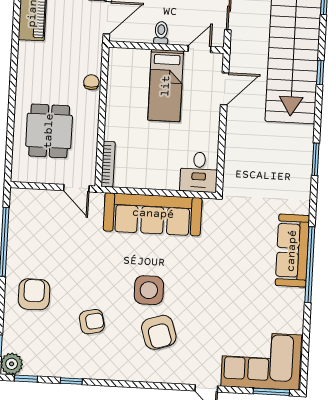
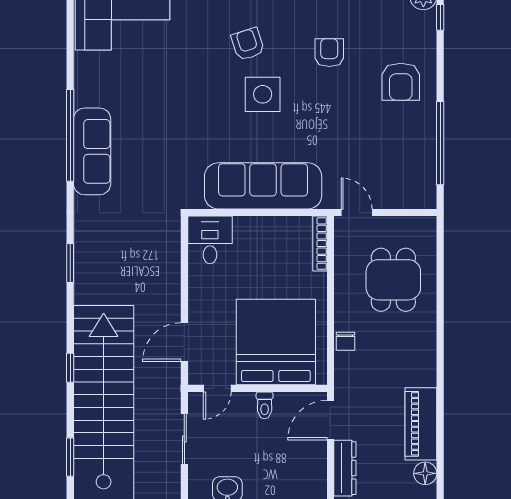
bed: (166, 86) -> (276, 342), width x2.04
armchair: (92, 322) -> (329, 53), turned 103
armchair: (159, 332) -> (248, 44), width x0.72, depth x0.72

